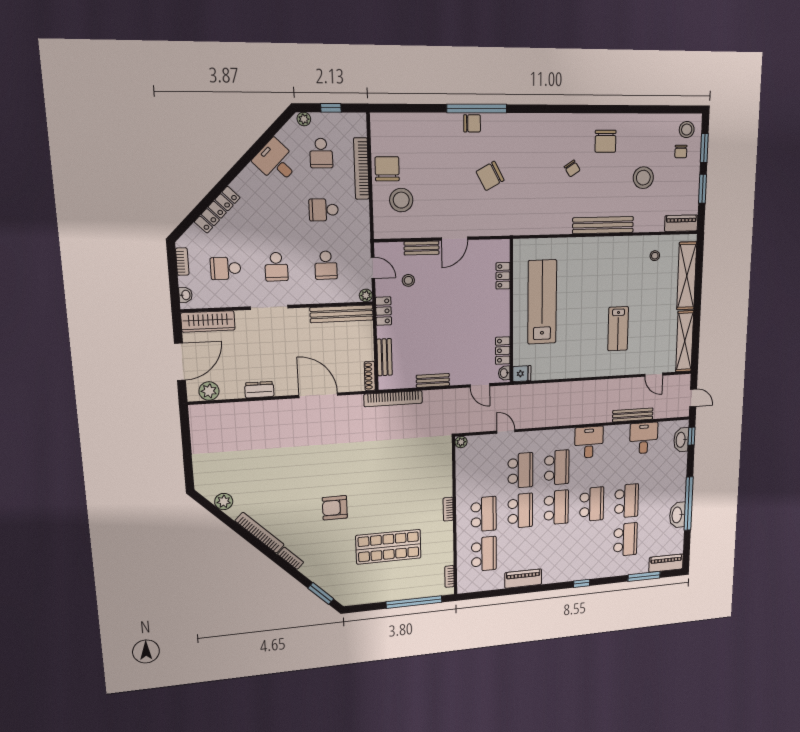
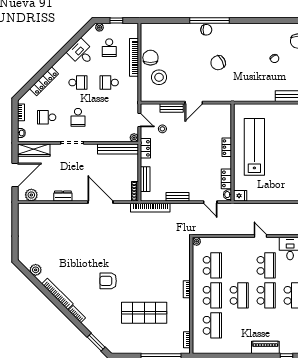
school desk: (326, 265) -> (78, 83), moved, turned -90
locker: (503, 276) -> (227, 147), moved
door: (506, 431) -> (260, 236), moved
school desk: (520, 471) -> (212, 265), moved
piano: (523, 579) -> (265, 347), moved

